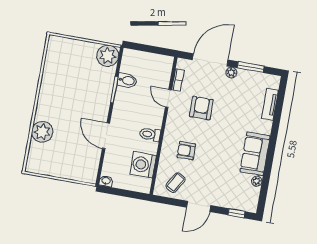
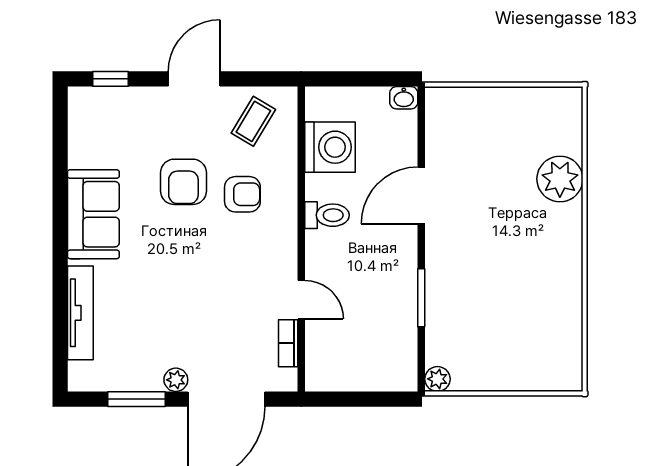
plant: (108, 56) -> (437, 379), width x0.53, depth x0.53
bidet: (127, 80) -> (397, 322), removed
tv unit: (270, 104) -> (80, 313), width x1.41
armchair: (201, 108) -> (183, 182), moved
door: (106, 136) -> (421, 195), swing flipped
plant: (257, 181) -> (79, 156), removed

